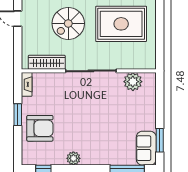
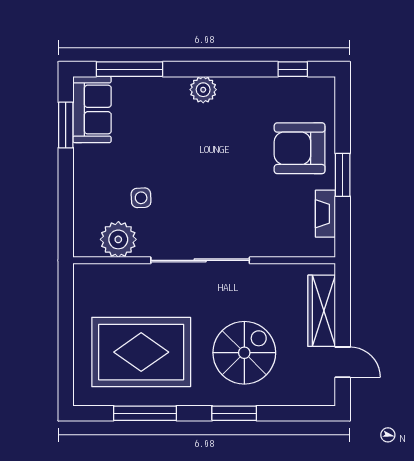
wardrobe: (47, 62) -> (322, 311), moved, turned 90
fireplace: (27, 84) -> (325, 214), moved
side table: (121, 103) -> (141, 198), added
plant: (73, 158) -> (203, 90), moved

